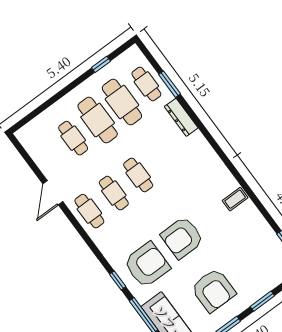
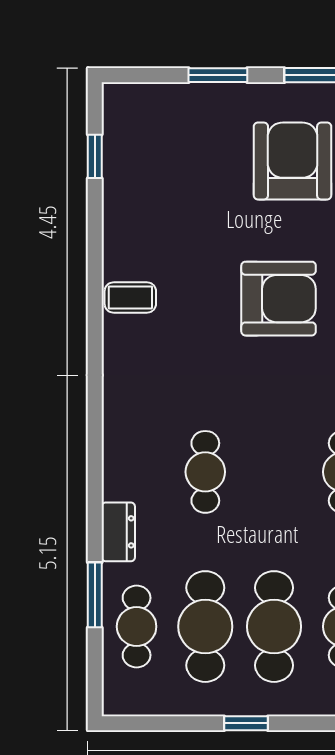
window: (101, 64) -> (246, 723), moved
dresser: (181, 117) -> (118, 532), width x0.70
cafe table: (138, 175) -> (205, 472), moved

